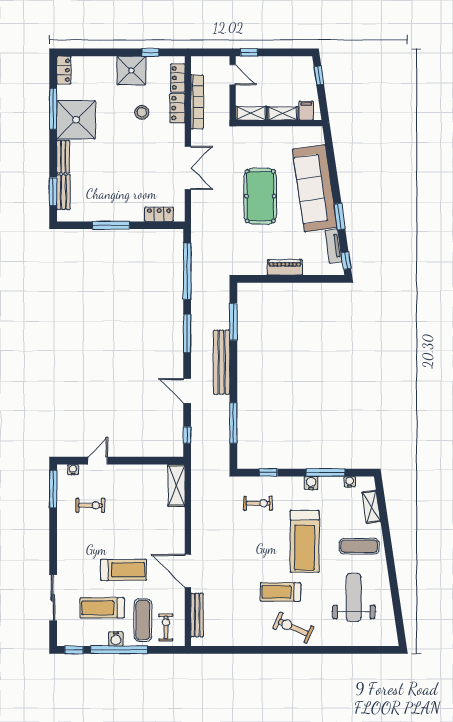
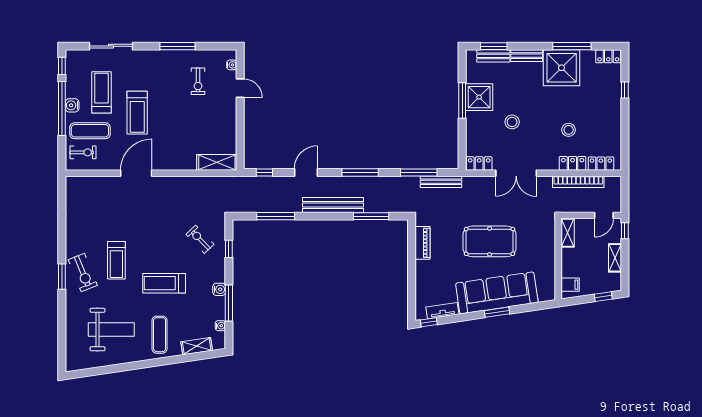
window: (150, 52) -> (625, 90), moved
shower: (131, 70) -> (479, 97), moved
shelving: (283, 113) -> (615, 258), moved
stool: (134, 172) -> (512, 122), added
locker: (159, 214) -> (479, 164), moved, turned -90
window: (340, 216) -> (497, 312), moved
piano: (285, 267) -> (422, 243), moved
window: (187, 271) -> (419, 173), width x0.68
window: (53, 489) -> (177, 46), moved
exercise bike: (258, 503) -> (200, 239), turned 136
treadmill: (305, 541) -> (164, 283), width x0.73, depth x0.73
treadmill: (280, 592) -> (116, 260), turned 180
bench: (197, 615) -> (441, 182), moved
exercise bike: (293, 628) -> (83, 273), turned 134
window: (298, 650) -> (62, 277), added

